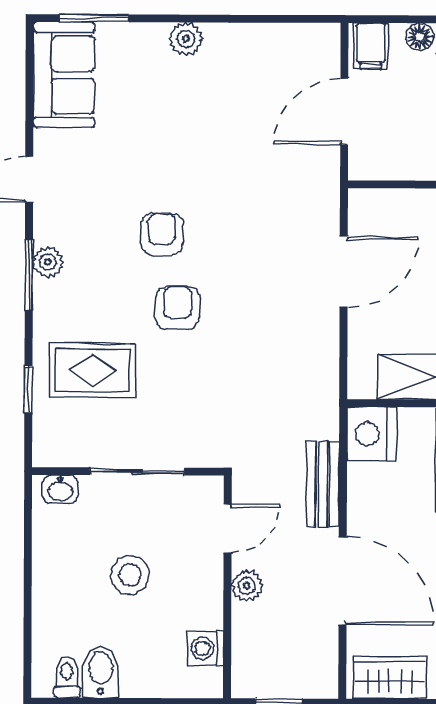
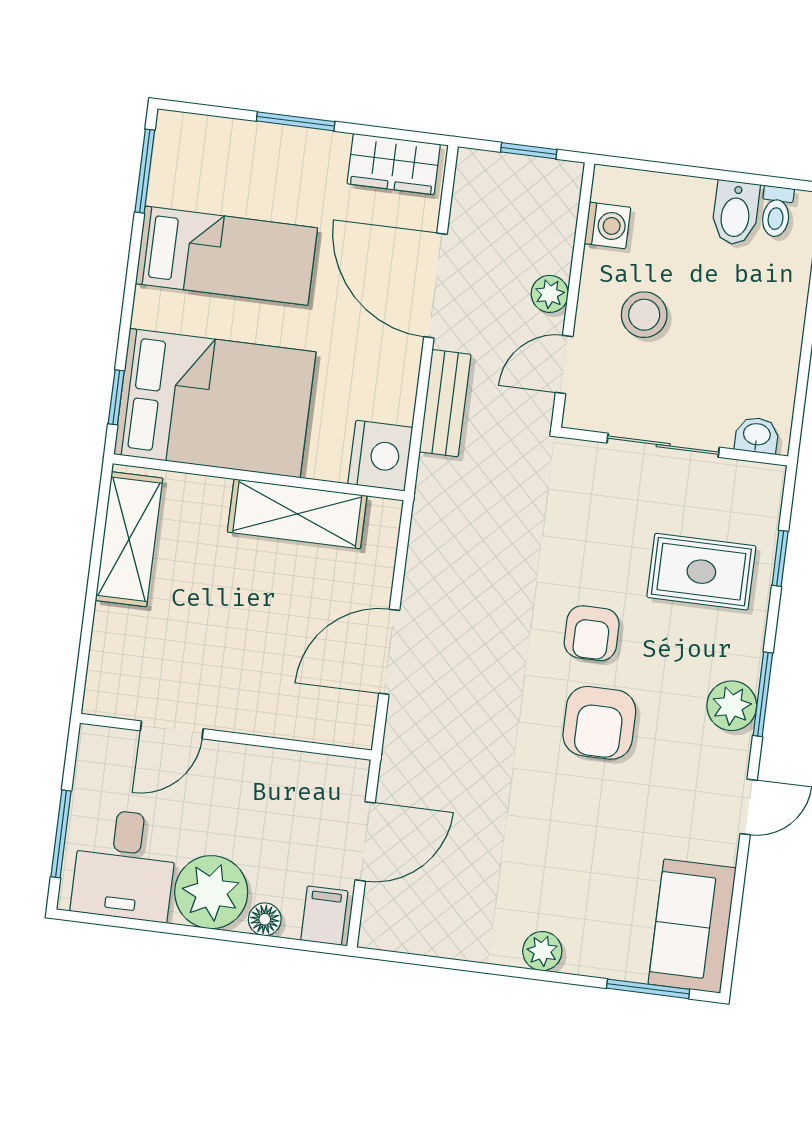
armchair: (162, 234) -> (599, 723), width x1.38, depth x1.38
plant: (48, 262) -> (732, 706), width x1.38, depth x1.38
stool: (130, 575) -> (644, 315), moved

